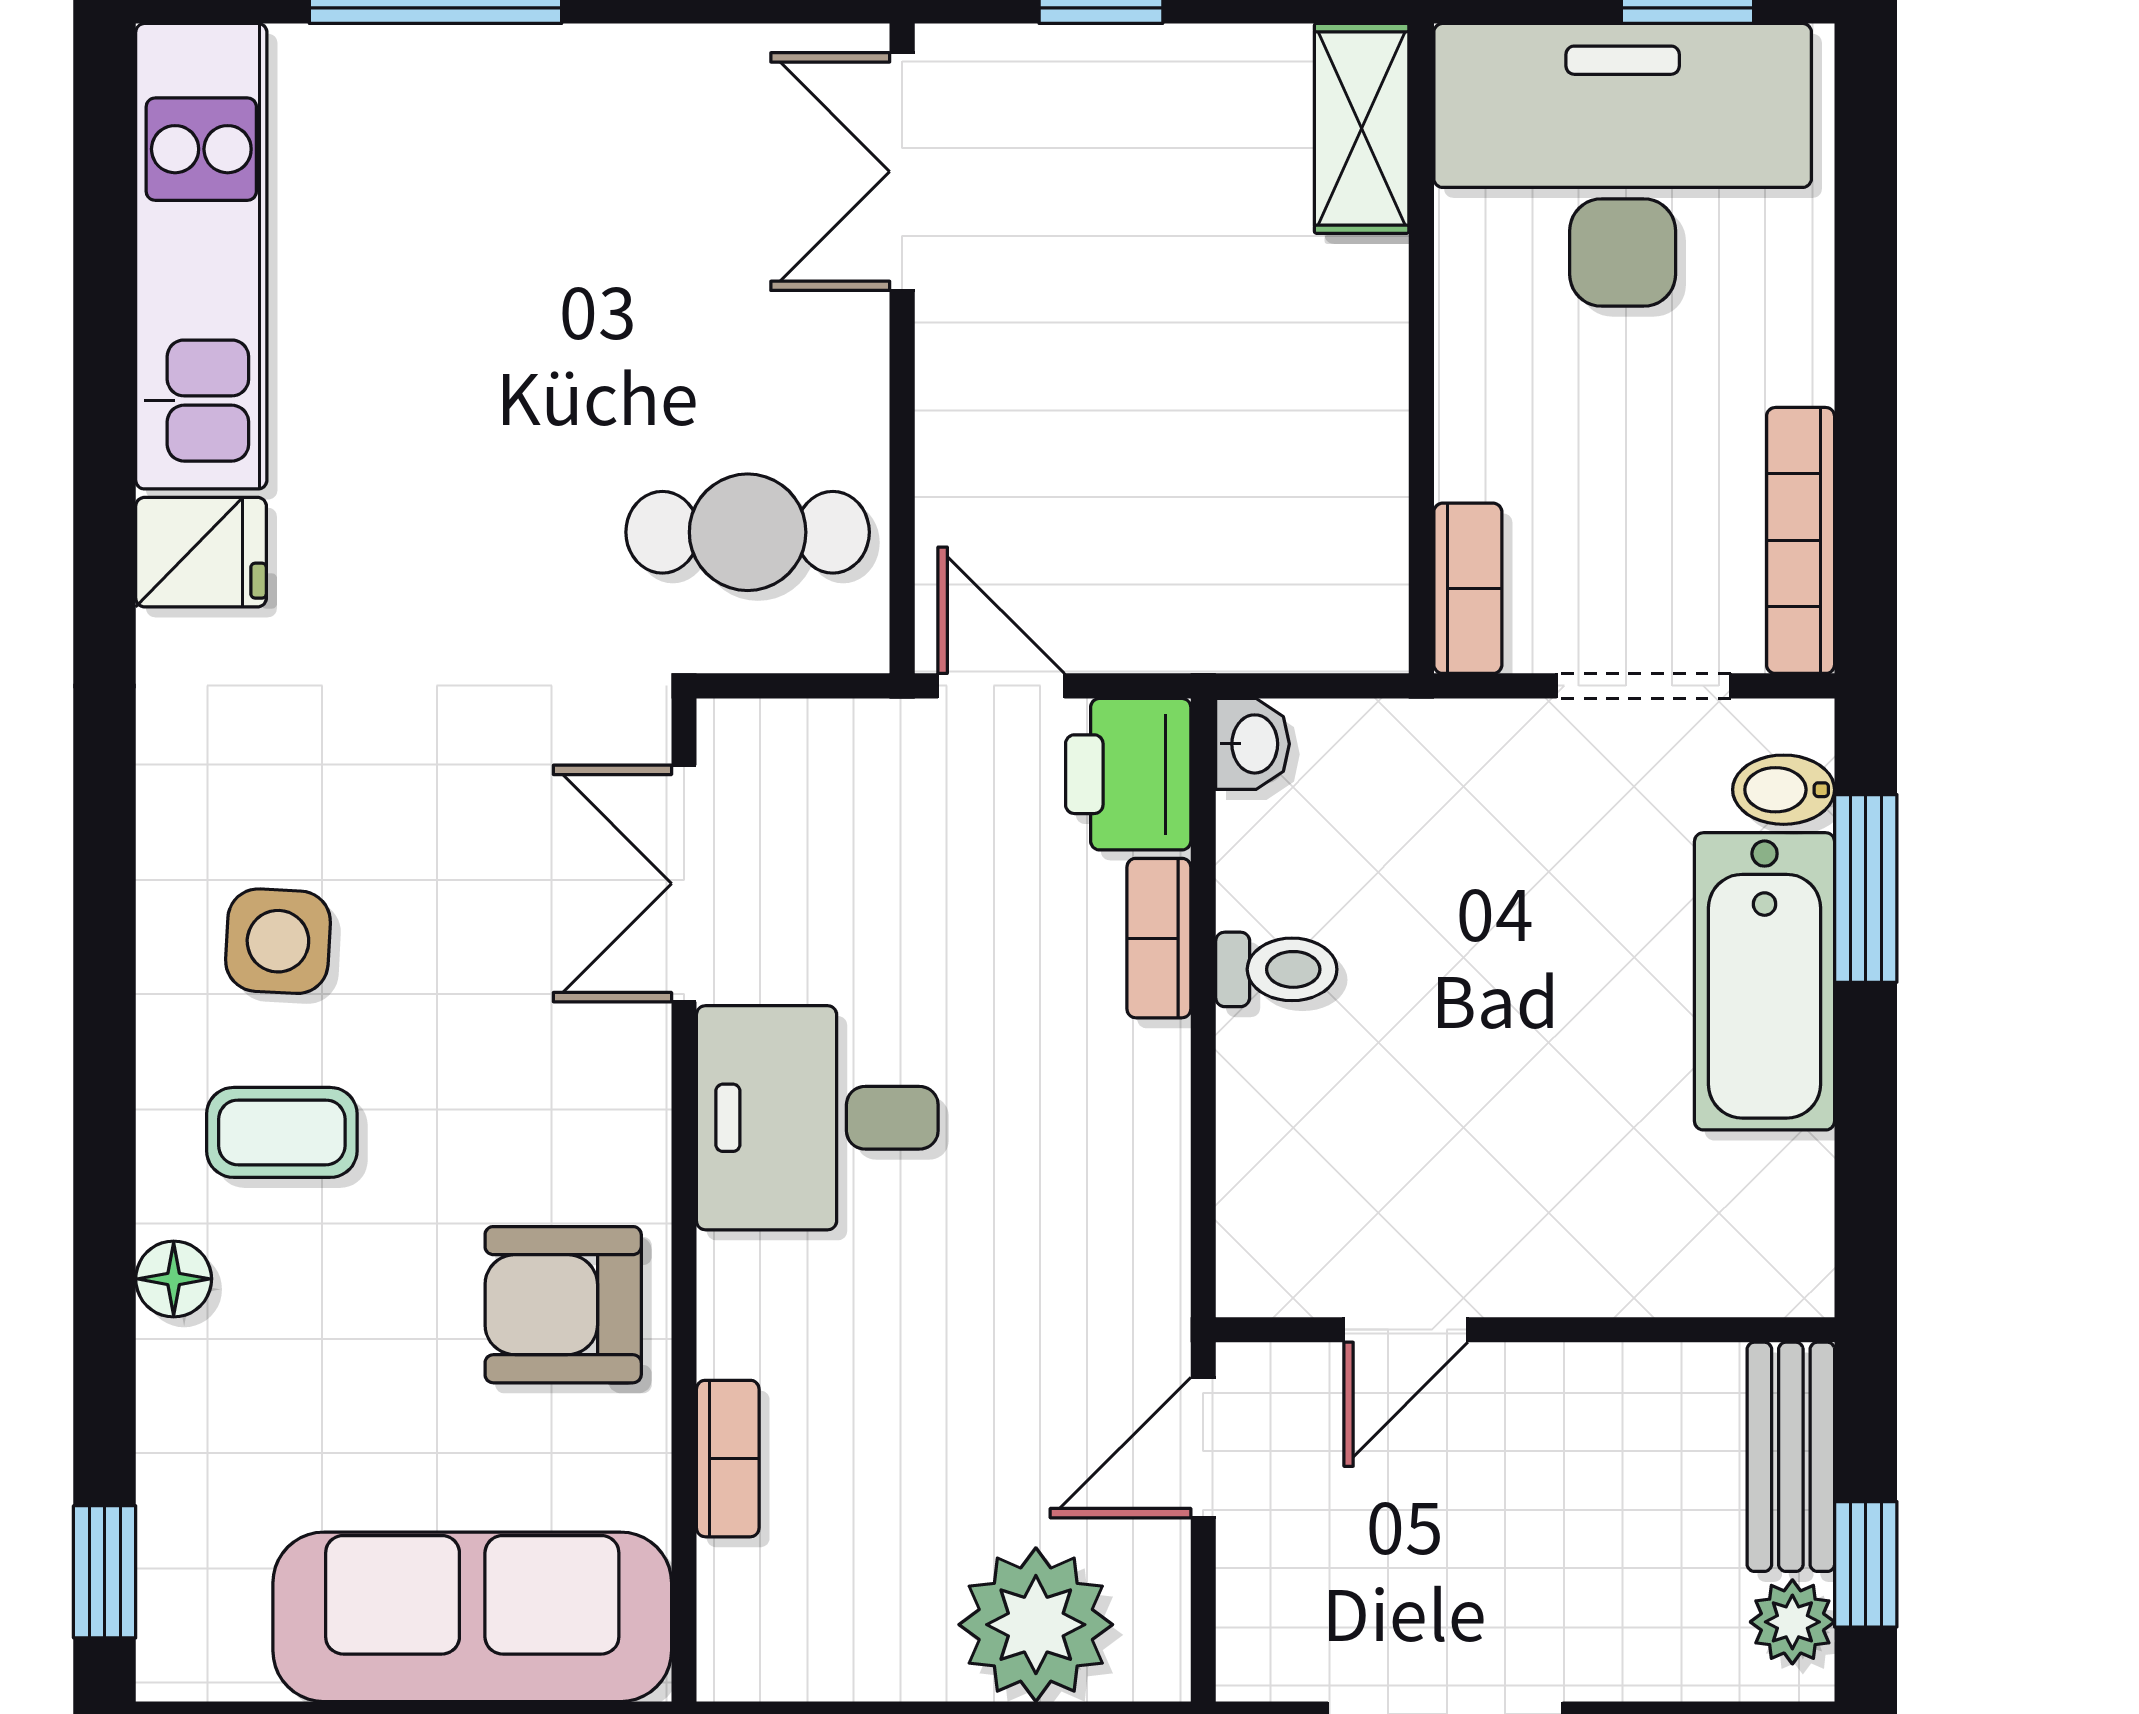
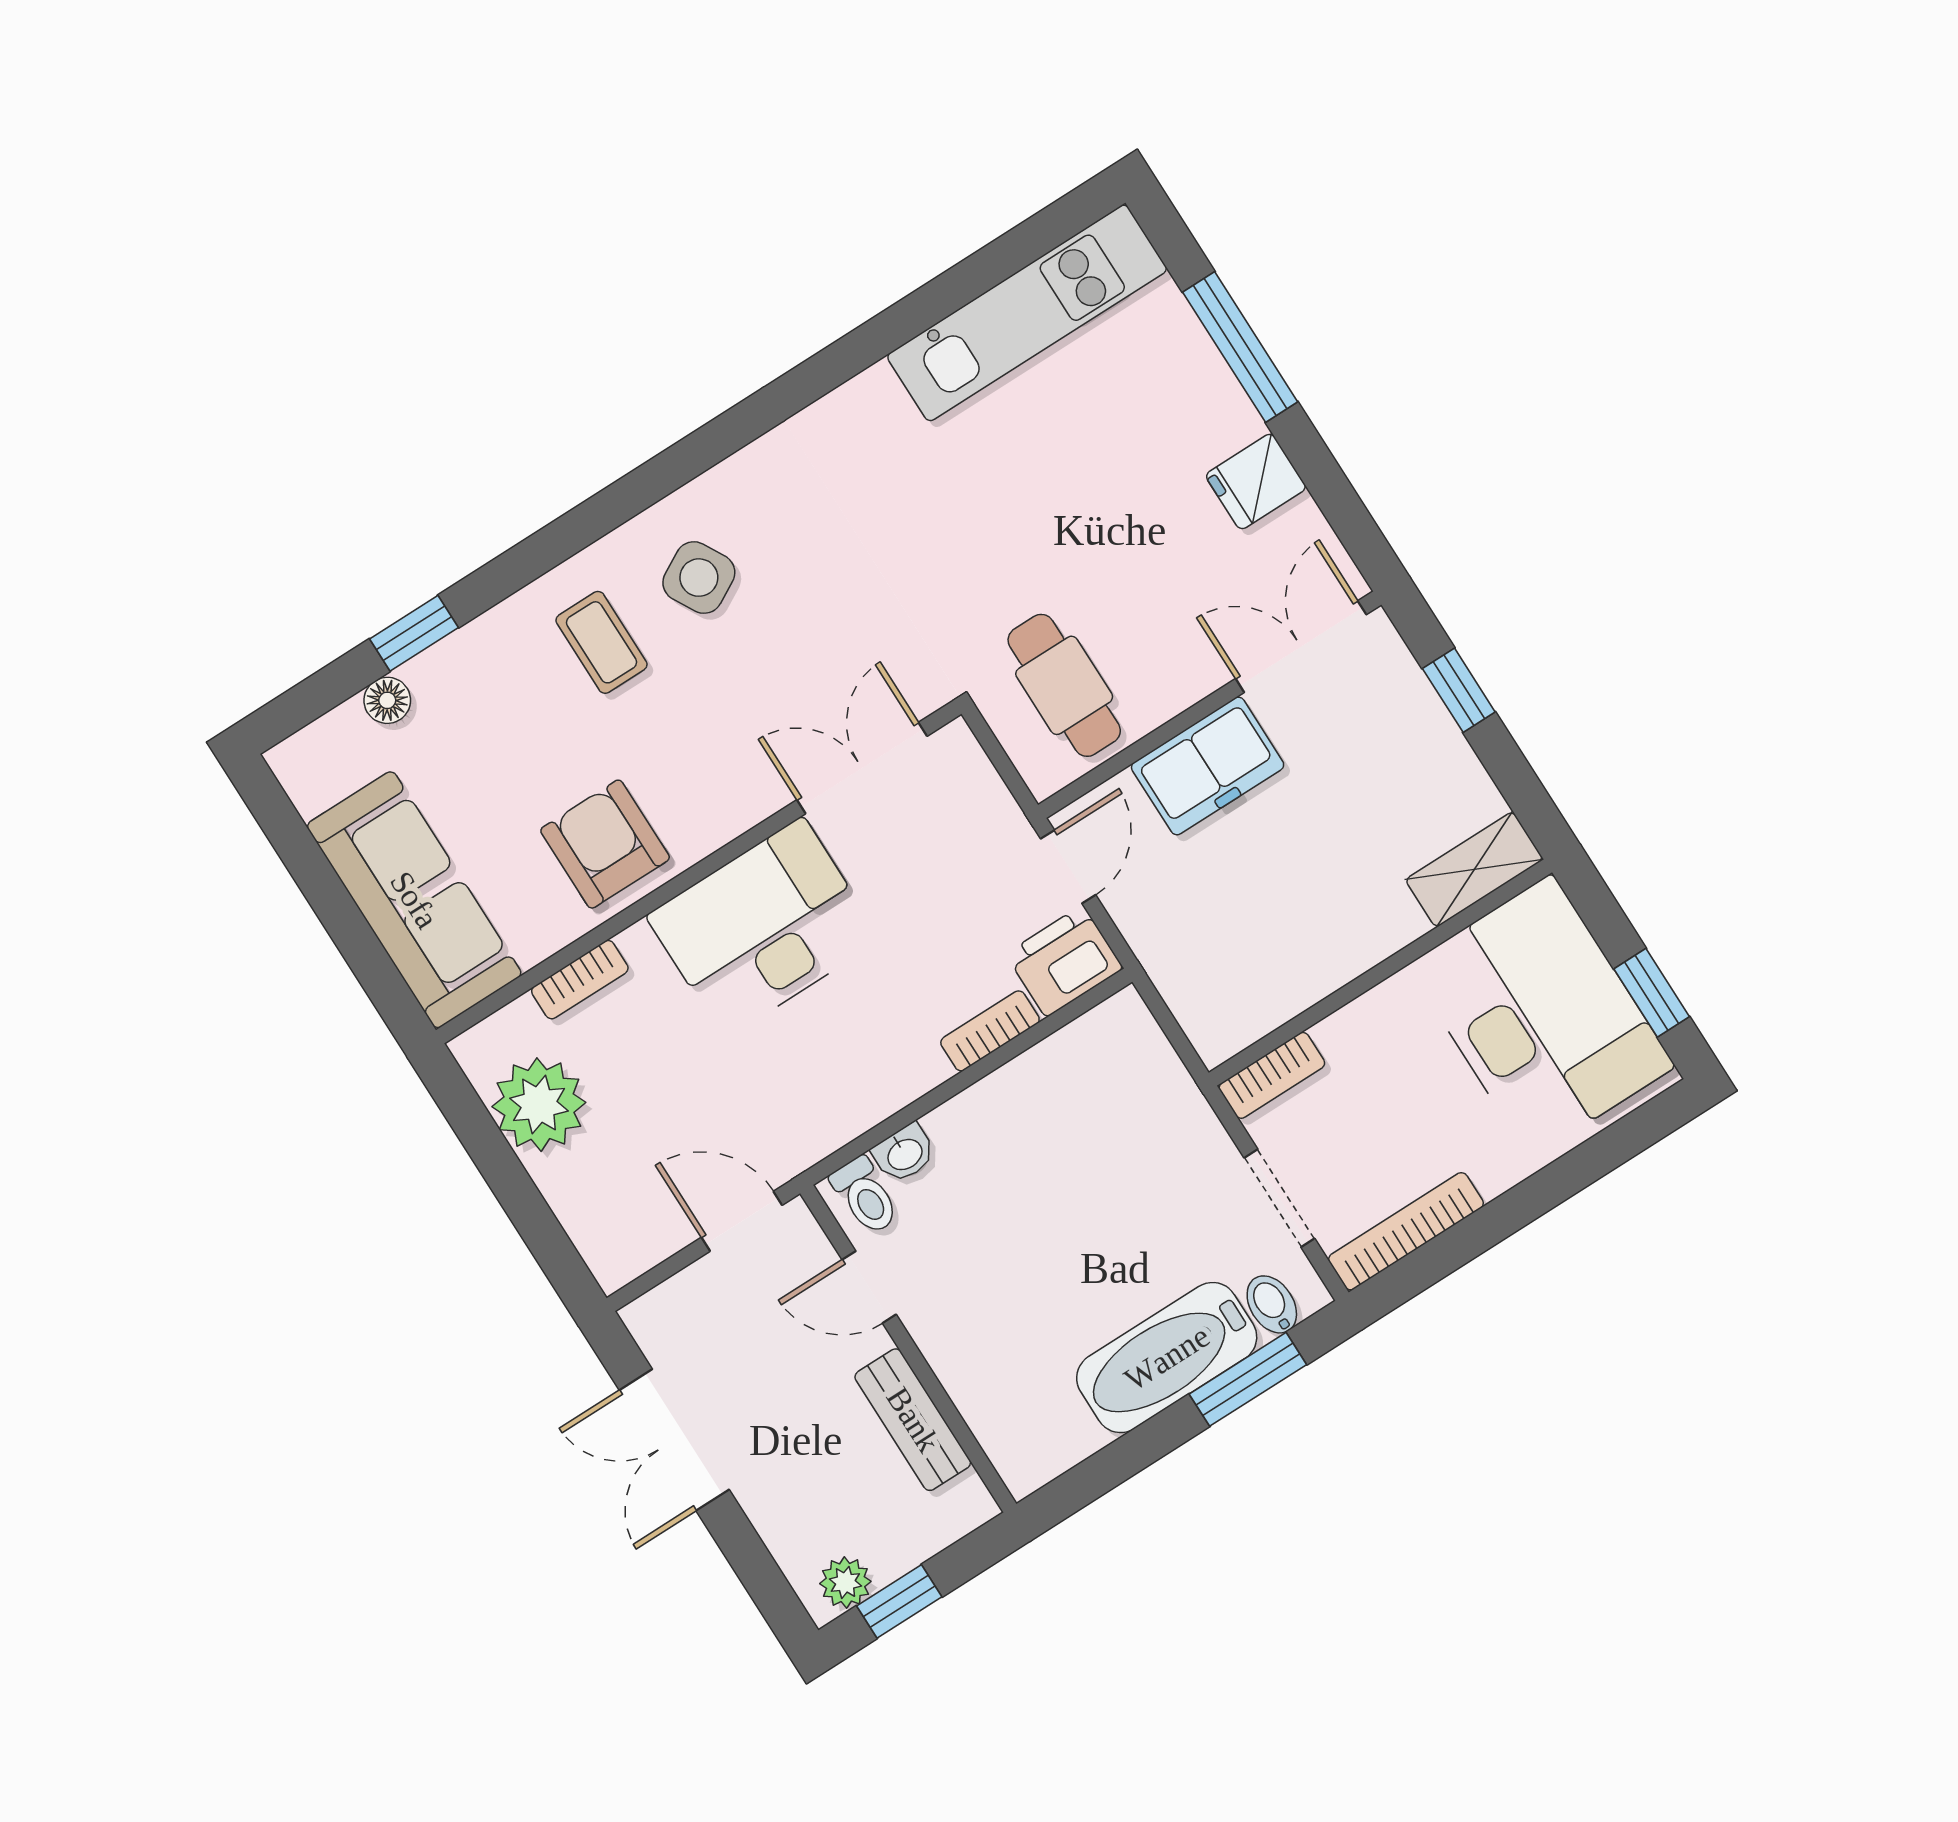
freezer: (985, 405) -> (1208, 766), added
fridge: (201, 552) -> (1256, 481), moved, turned 90
washbasin: (1253, 744) -> (904, 1153), moved
side table: (278, 941) -> (699, 578), turned -32
toilet: (1276, 969) -> (865, 1196), moved
desk: (817, 1118) -> (763, 928), width x1.37
floor lamp: (174, 1279) -> (387, 700), moved
bench: (1791, 1457) -> (913, 1420), moved, turned 90
window: (105, 1572) -> (414, 633), moved
plant: (1036, 1625) -> (539, 1105), moved

